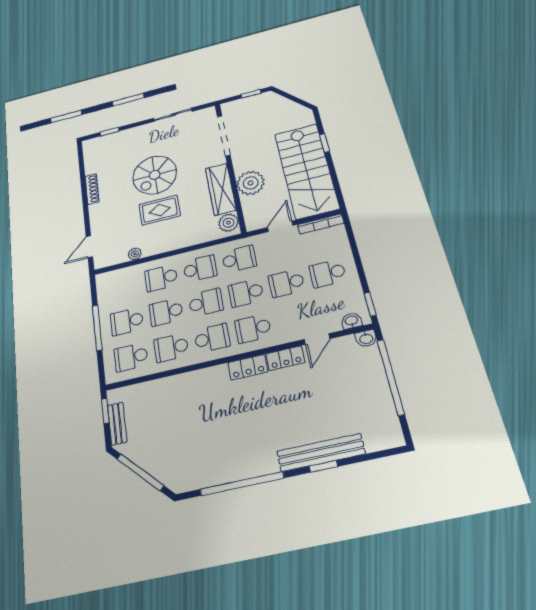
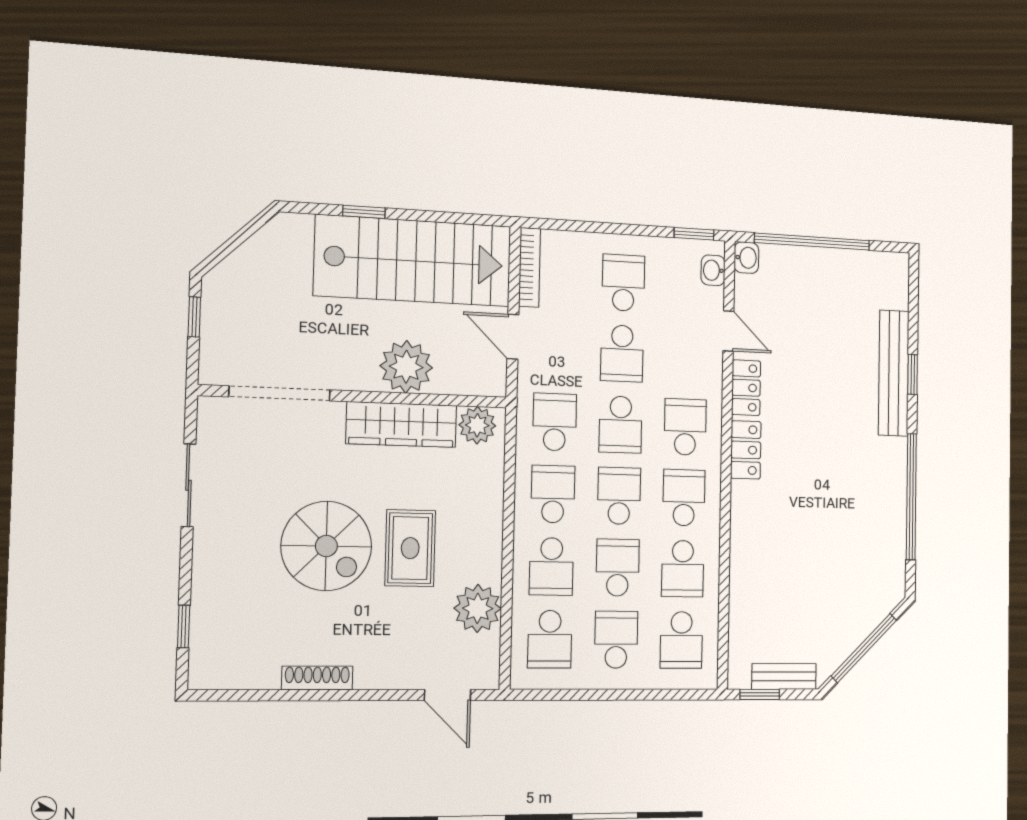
plant: (135, 254) -> (478, 608), width x1.88, depth x1.88
school desk: (328, 273) -> (623, 283), turned 180
school desk: (123, 287) -> (550, 639), added
school desk: (166, 312) -> (618, 568), turned 180
school desk: (127, 321) -> (616, 640), turned 180
window: (97, 328) -> (613, 695), removed
school desk: (253, 329) -> (685, 427), turned 180

